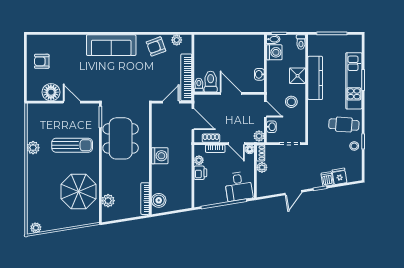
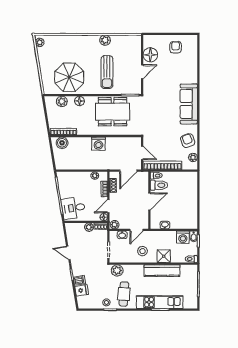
plant: (315, 133) -> (117, 270), added
printer: (200, 173) -> (85, 177), removed
floor lamp: (108, 179) -> (79, 101), added

